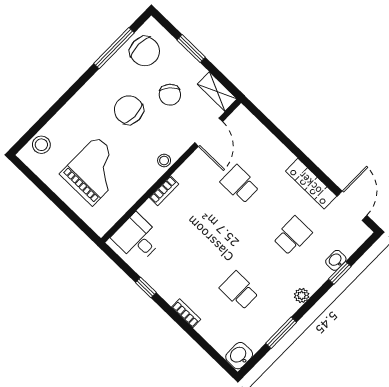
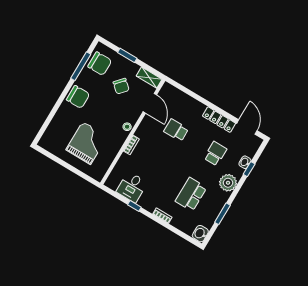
chair: (129, 110) -> (78, 97), moved, turned 180
stool: (41, 145) -> (51, 135), removed
desk: (137, 238) -> (132, 187), moved, turned -90
school desk: (239, 290) -> (191, 194), width x1.85
plant: (302, 295) -> (228, 183), width x1.88, depth x1.88

